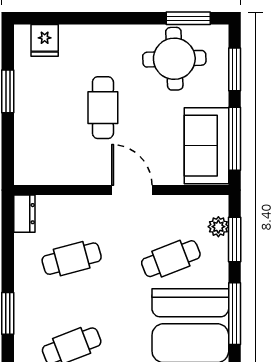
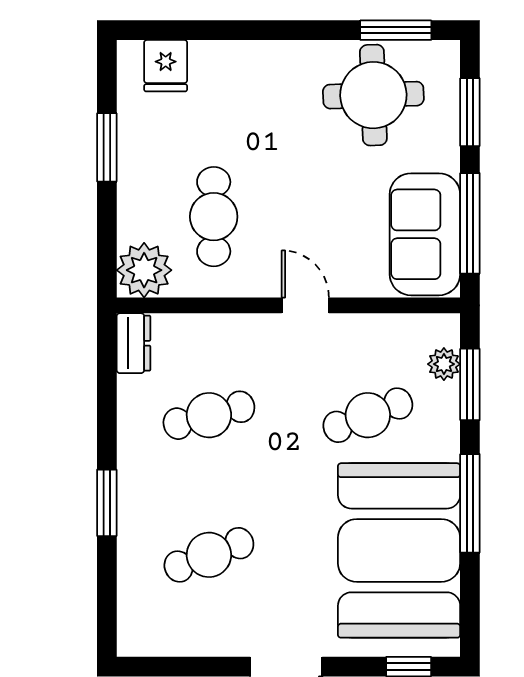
cafe table: (103, 108) -> (214, 217), moved
plant: (31, 168) -> (144, 270), added
door: (132, 190) -> (305, 305), width x0.73

